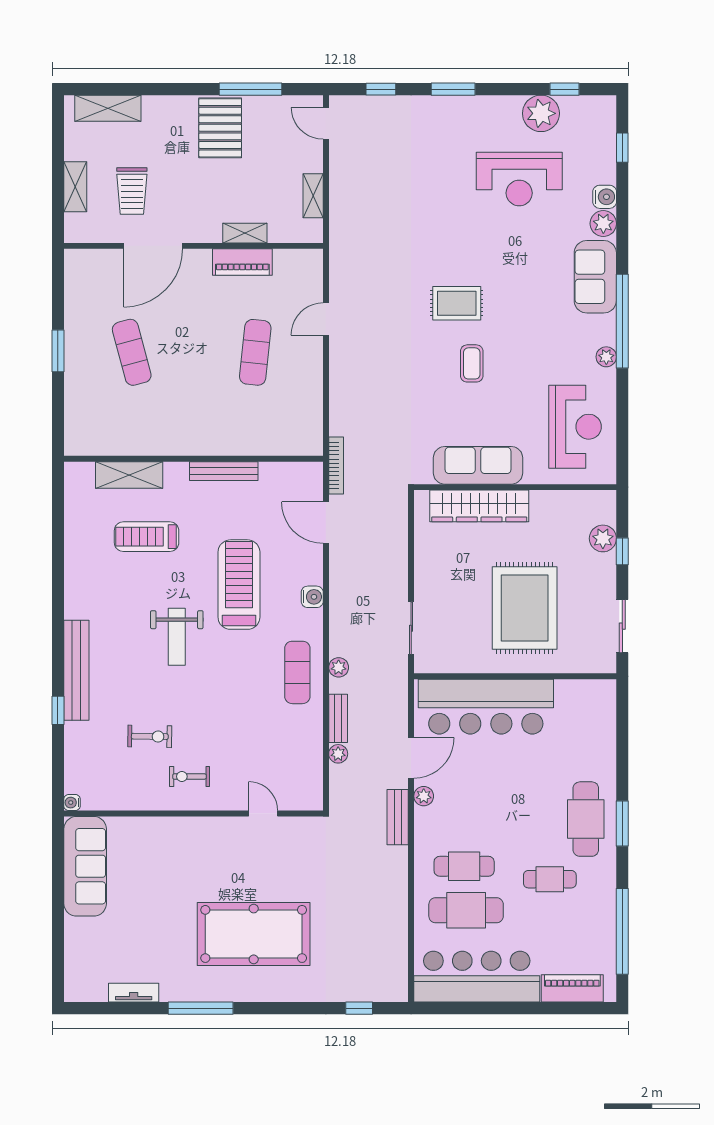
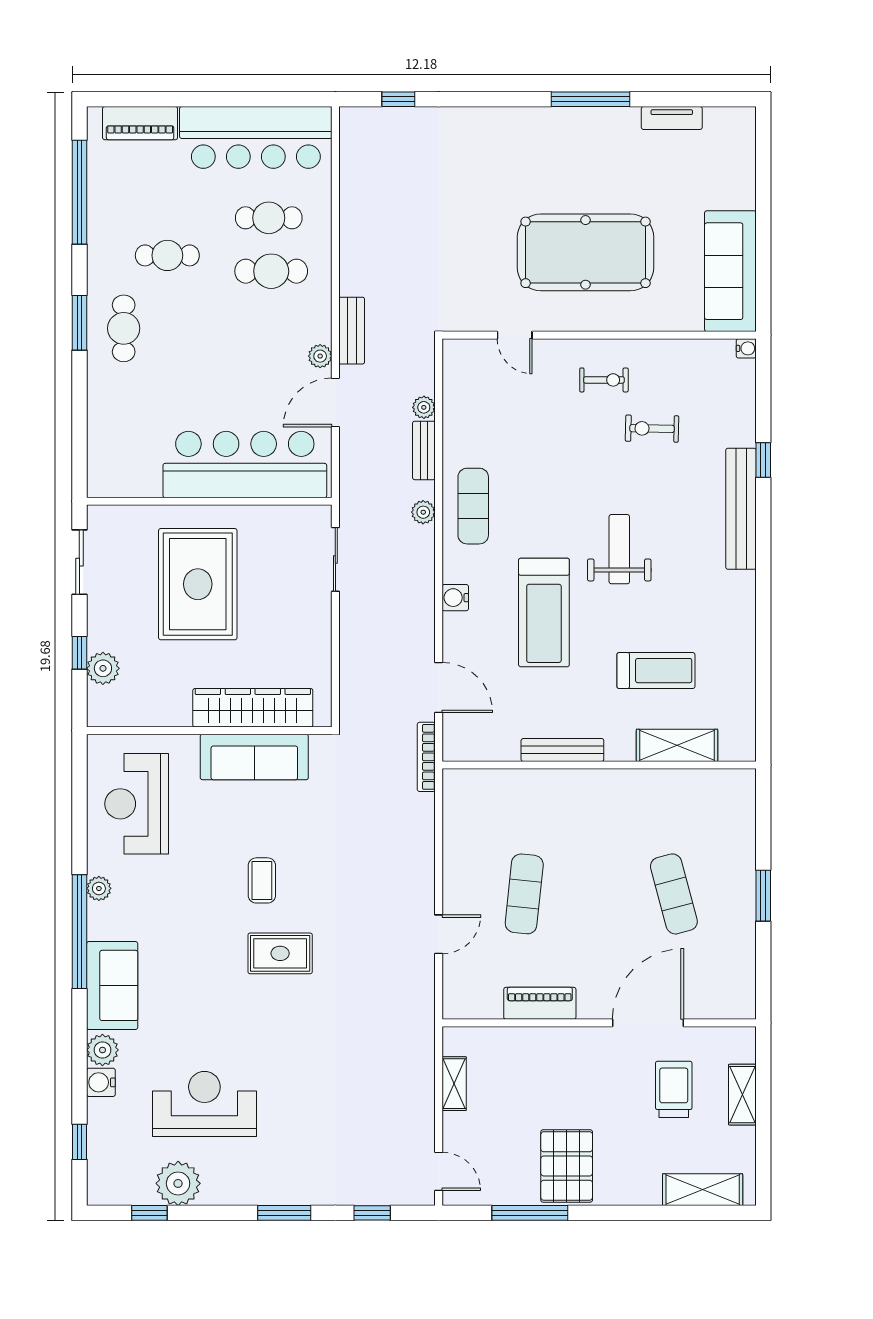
shelving: (245, 233) -> (537, 1038), removed
cafe table: (586, 819) -> (124, 328), width x0.73, depth x0.74
cafe table: (466, 910) -> (269, 218), width x0.73, depth x0.74
pool table: (254, 934) -> (586, 252), moved

